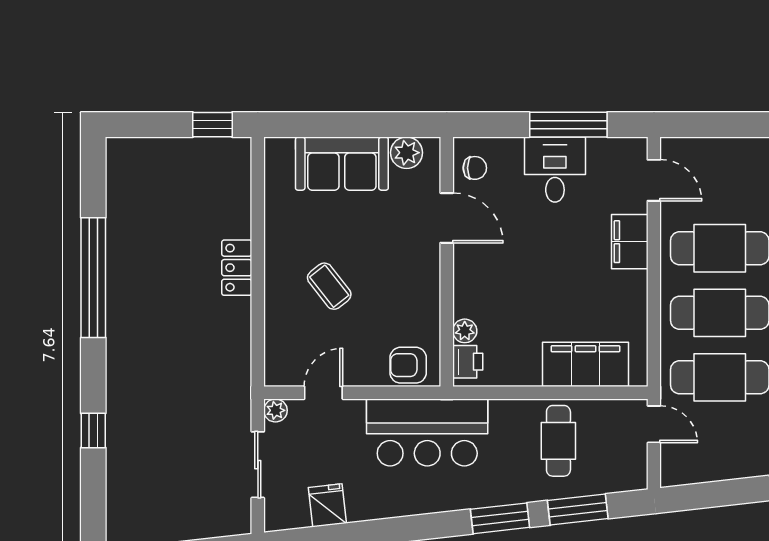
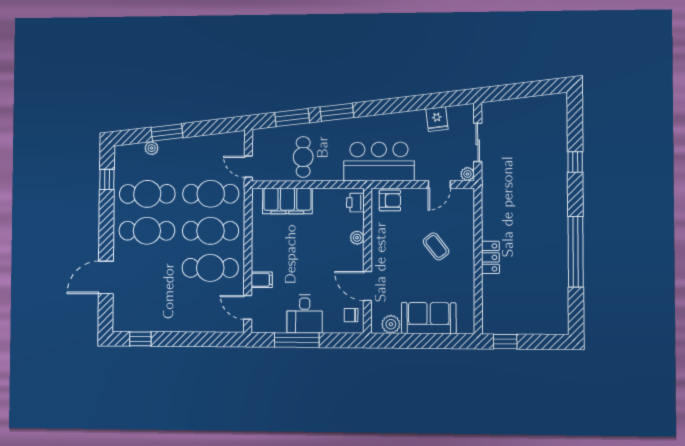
filing cabinet: (630, 242) -> (262, 280), width x0.50
plant: (465, 331) -> (357, 238), moved

